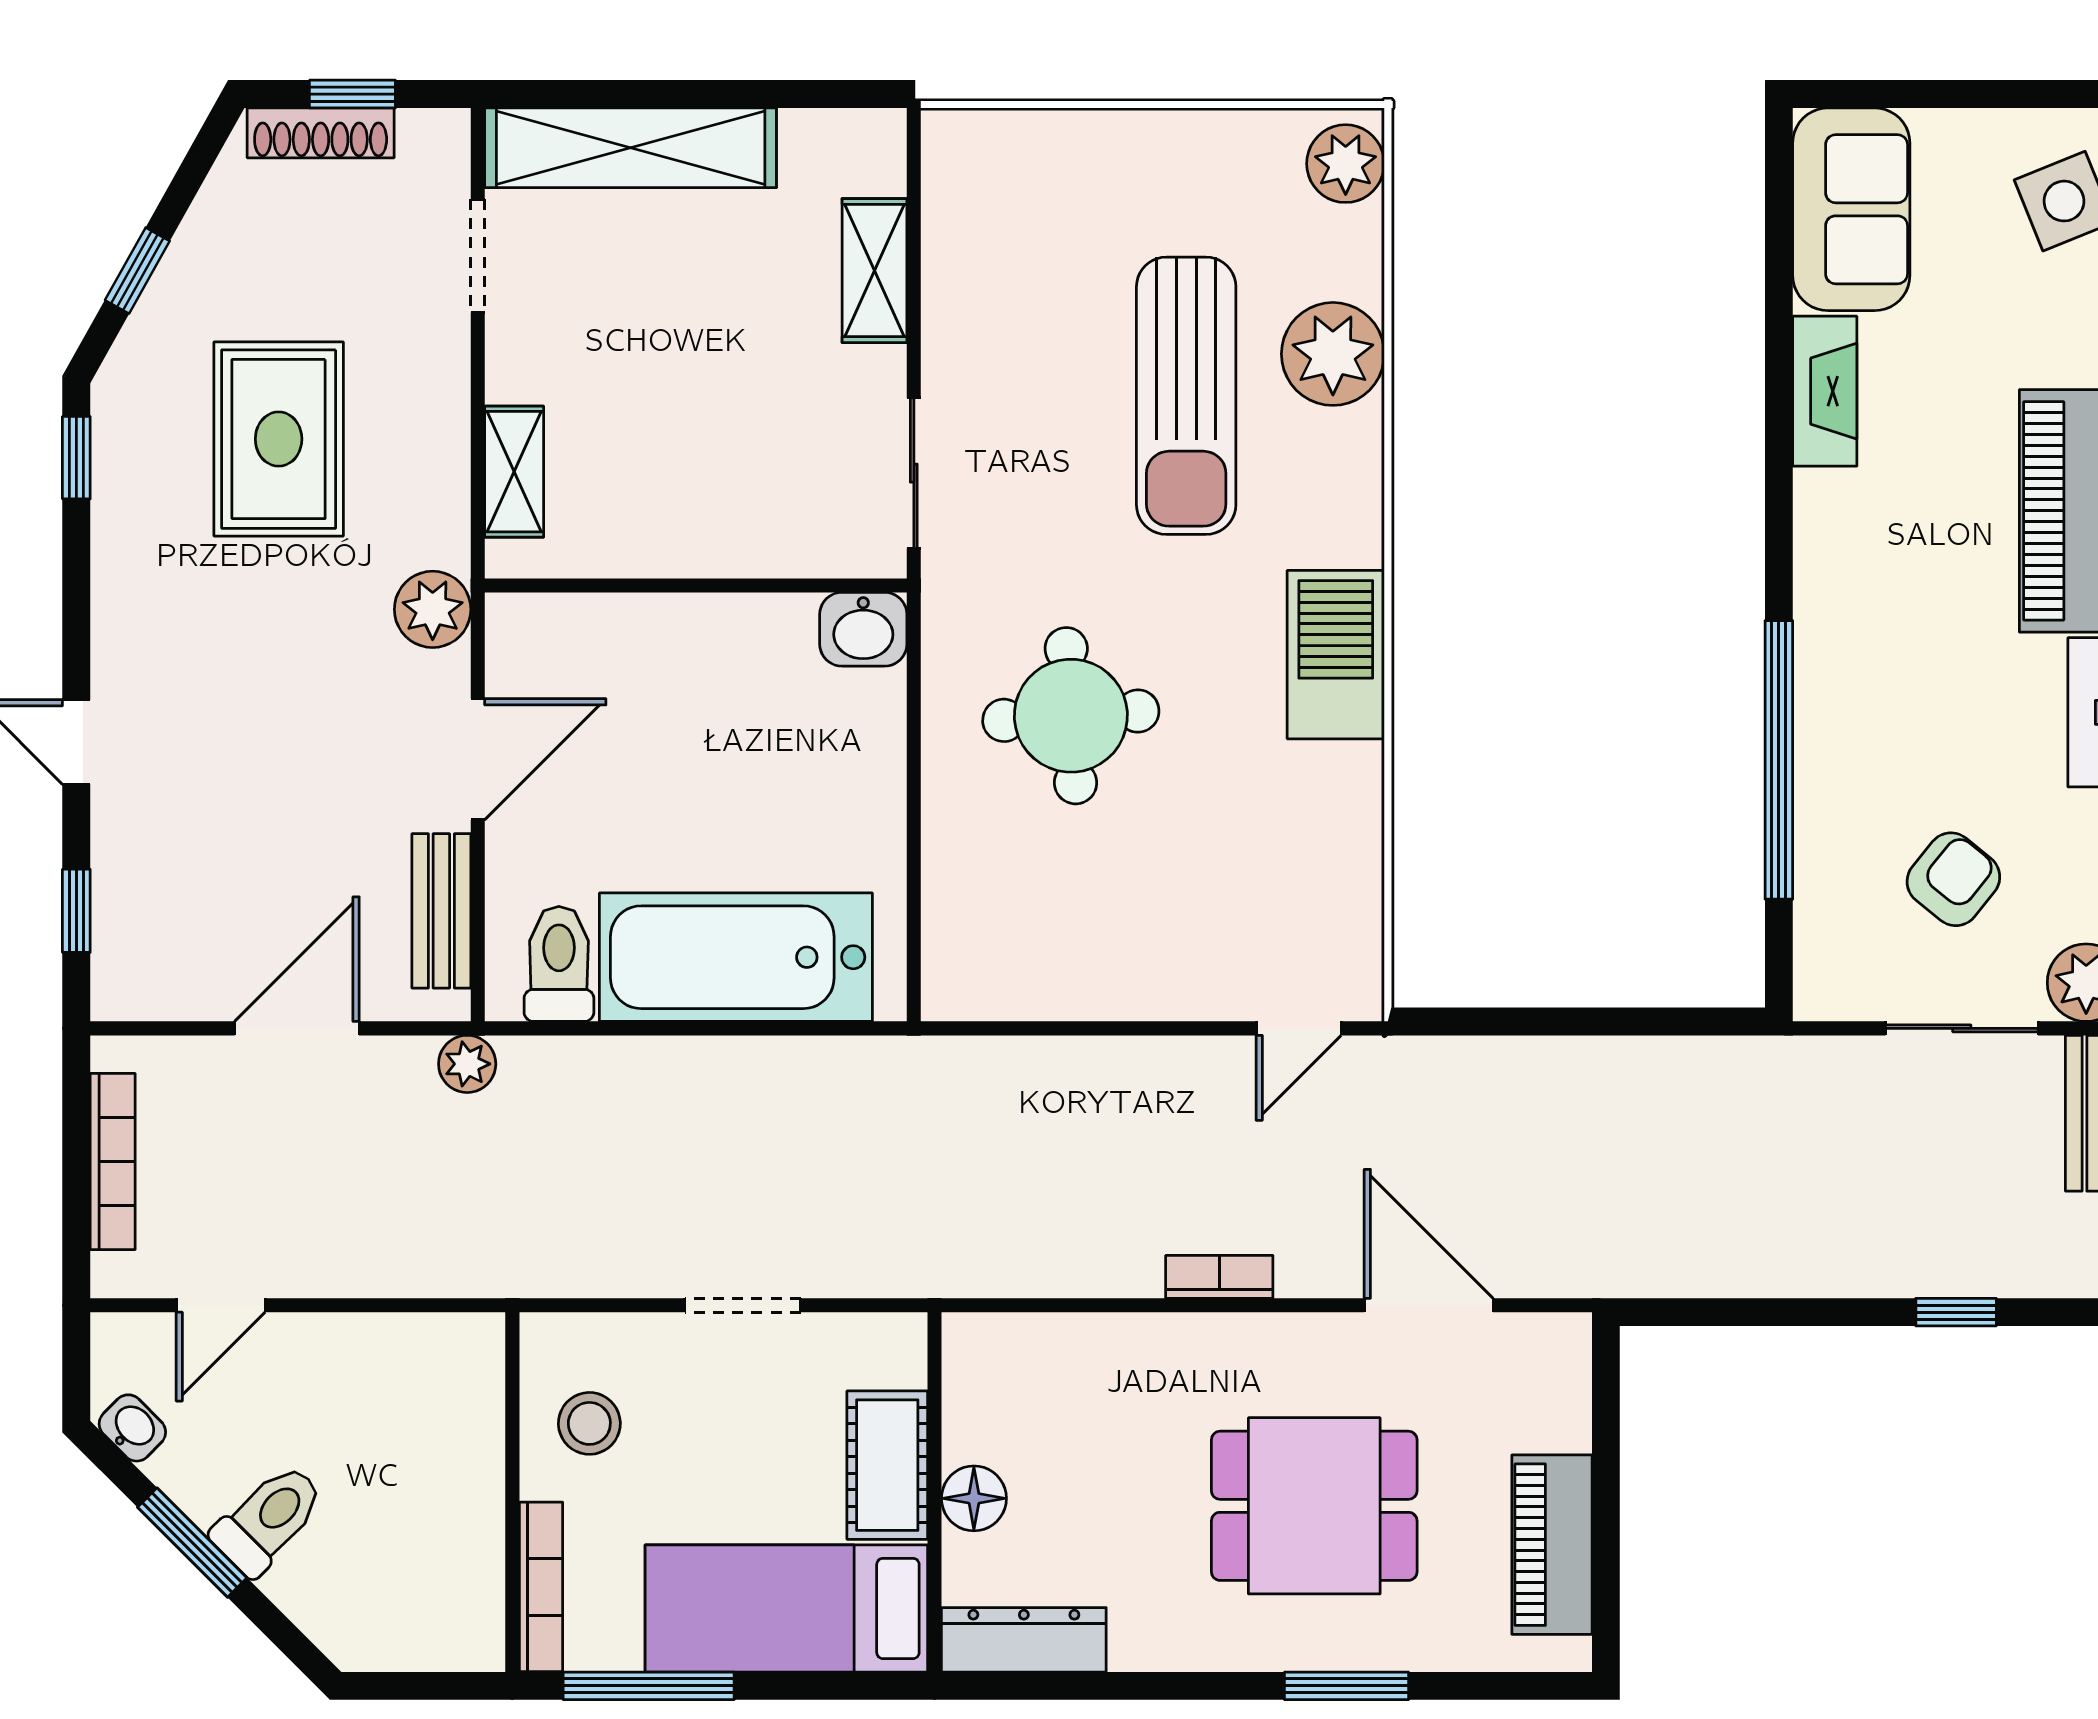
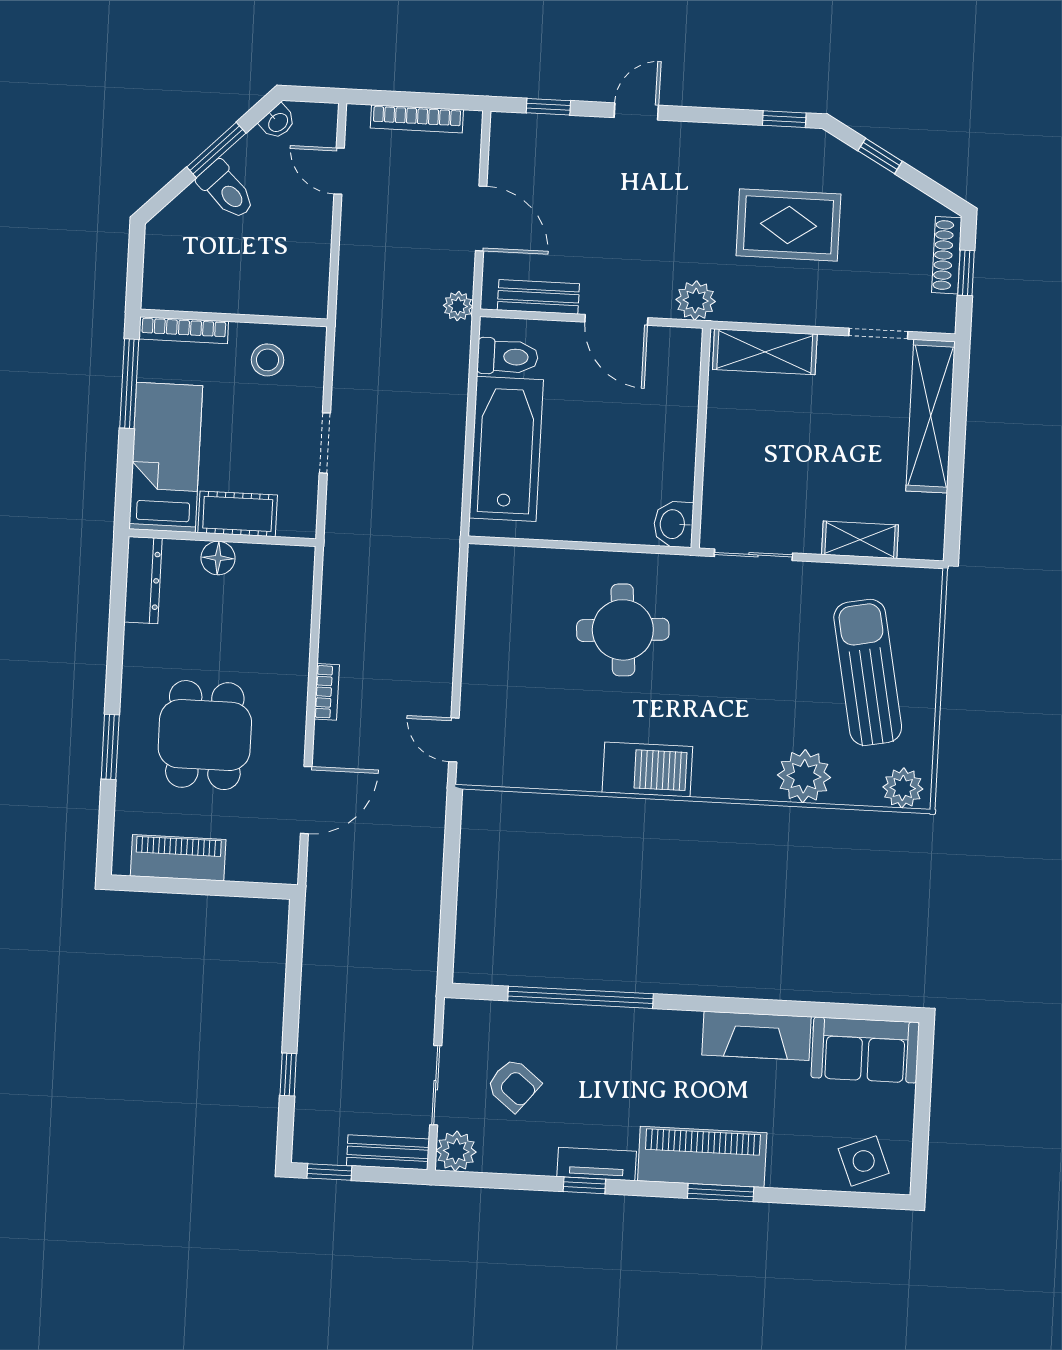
fireplace: (1825, 391) -> (757, 1036), width x1.37, depth x1.32
sun lounger: (1186, 396) -> (868, 672), moved, turned 79
shelving: (514, 472) -> (765, 352), width x1.50, depth x1.33

